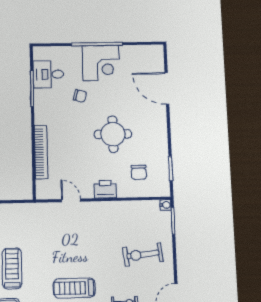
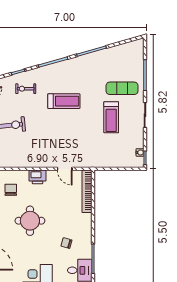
chair: (80, 96) -> (66, 243), moved
bookcase: (41, 152) -> (87, 191), moved

